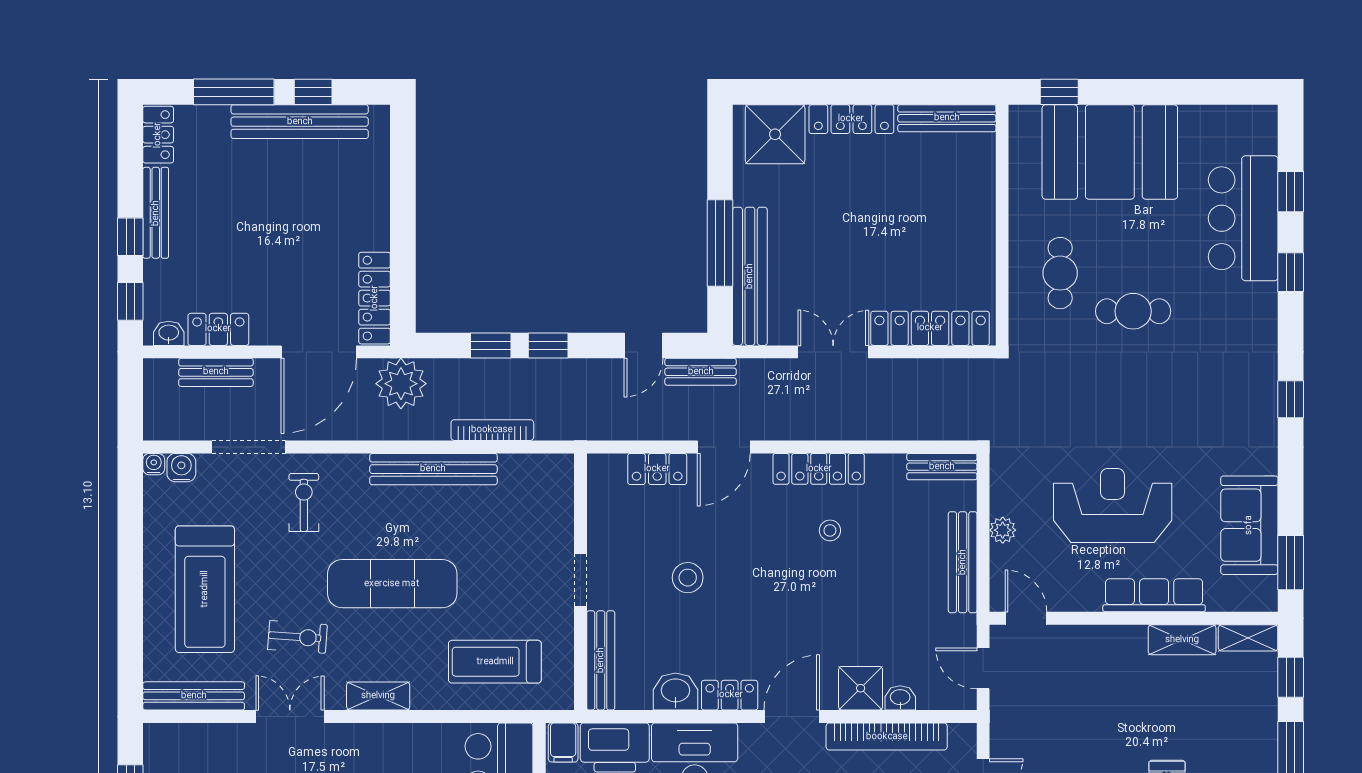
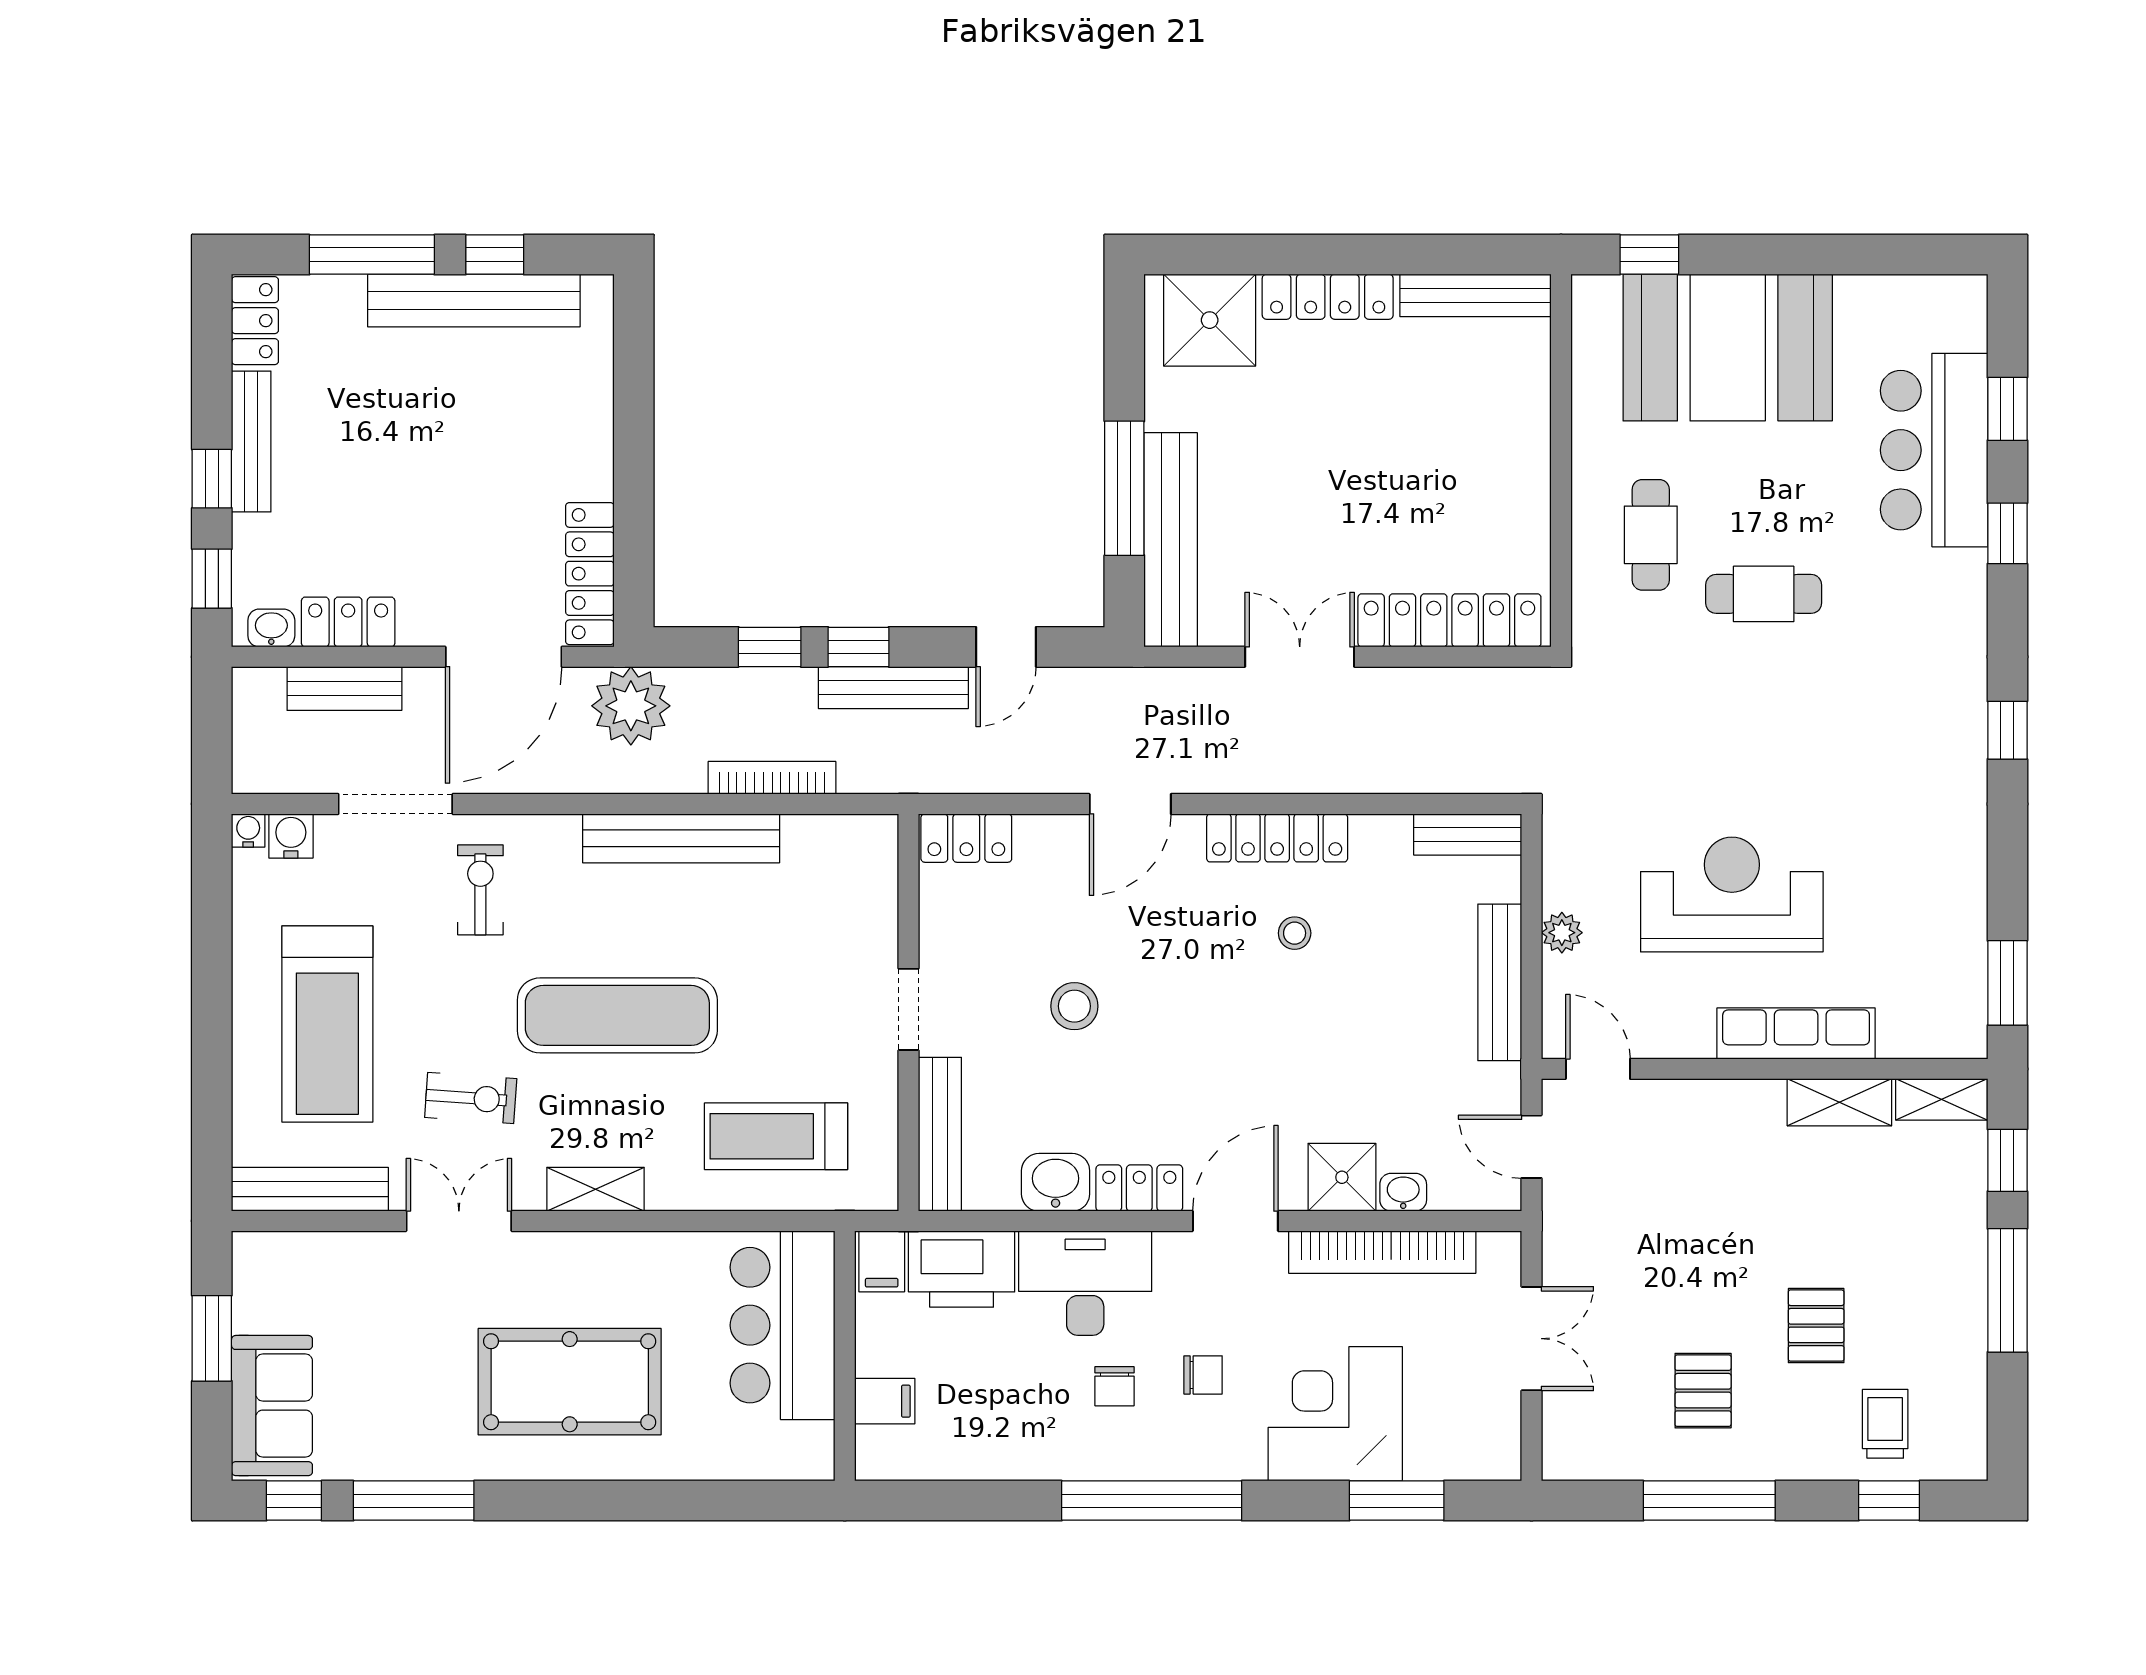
bench: (701, 372) -> (893, 688), moved, width x1.36
locker: (657, 469) -> (966, 838), moved
sofa: (1249, 525) -> (1944, 925), removed

